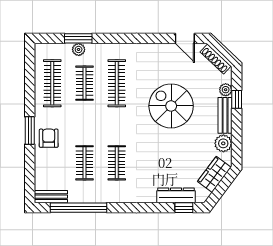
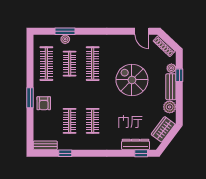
armchair: (49, 138) -> (44, 103), turned 180
window: (79, 208) -> (65, 153), width x0.32

